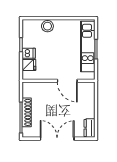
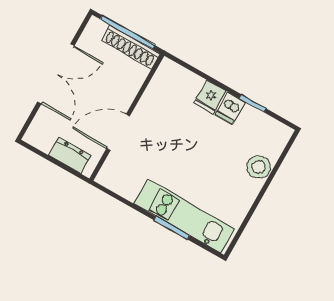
wall: (58, 81) -> (127, 117), moved
door: (67, 81) -> (118, 132), moved
dresser: (90, 128) -> (70, 155), moved

